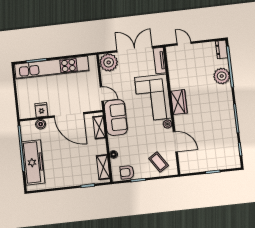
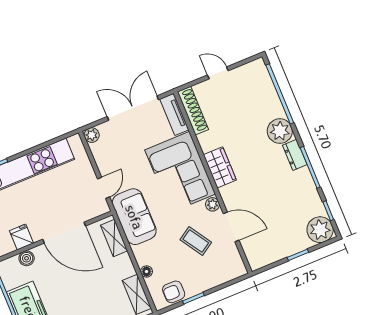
door: (184, 44) -> (218, 73), moved
dresser: (222, 49) -> (295, 155), moved
plant: (109, 62) -> (92, 135), width x0.53, depth x0.53
shoe rack: (172, 62) -> (193, 111), added
plant: (222, 76) -> (280, 131), moved
door: (102, 94) -> (104, 188), hinge flipped
plant: (231, 160) -> (320, 230), added
coffee table: (159, 162) -> (196, 241), moved

